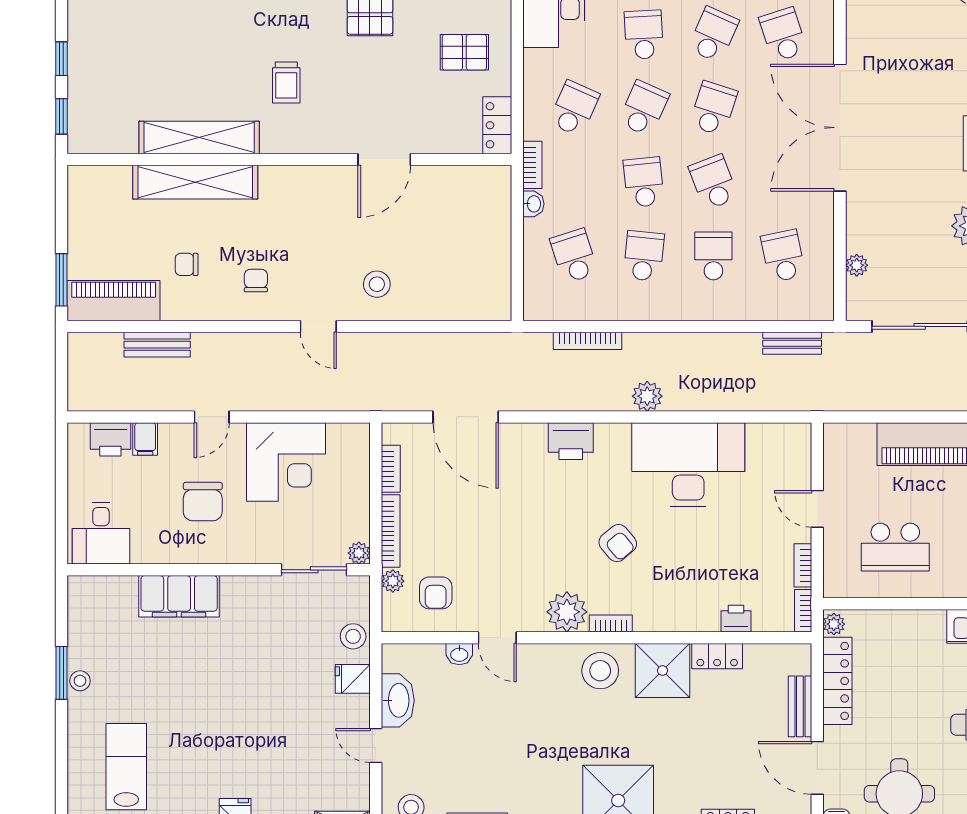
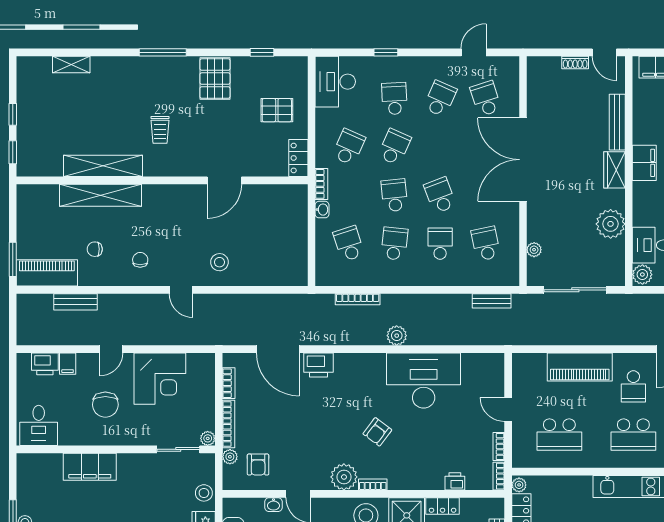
school desk: (713, 108) -> (440, 147), removed
printer: (571, 441) -> (319, 365), moved
armchair: (618, 543) -> (377, 432), turned 77

